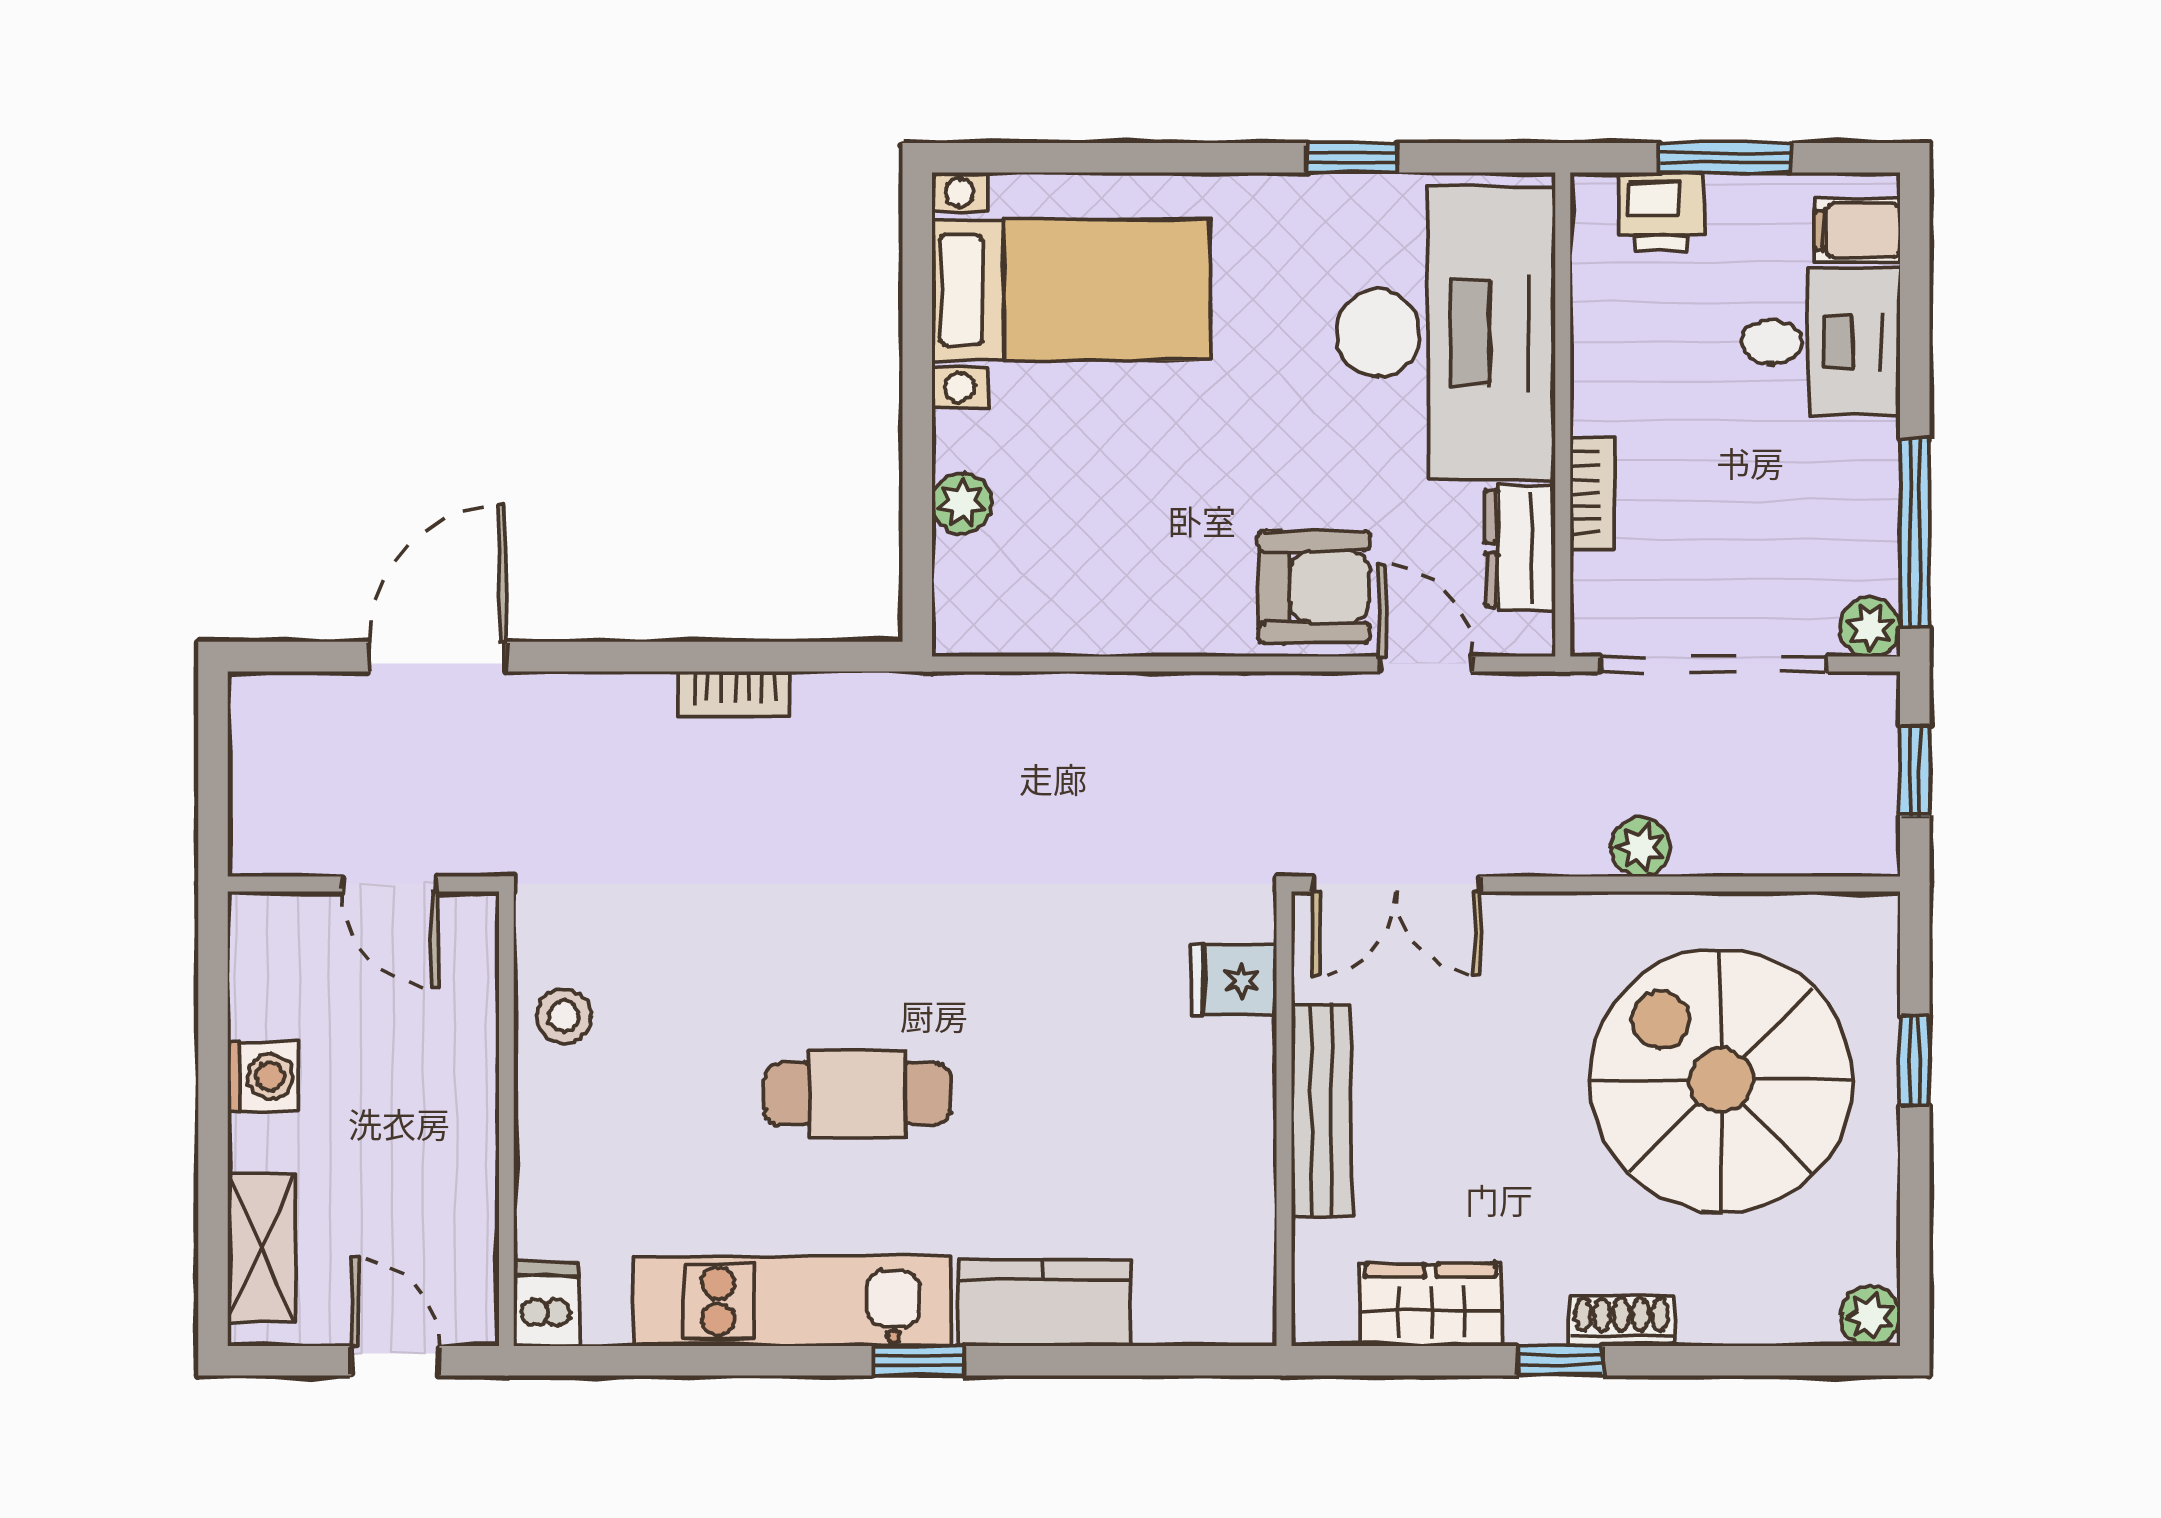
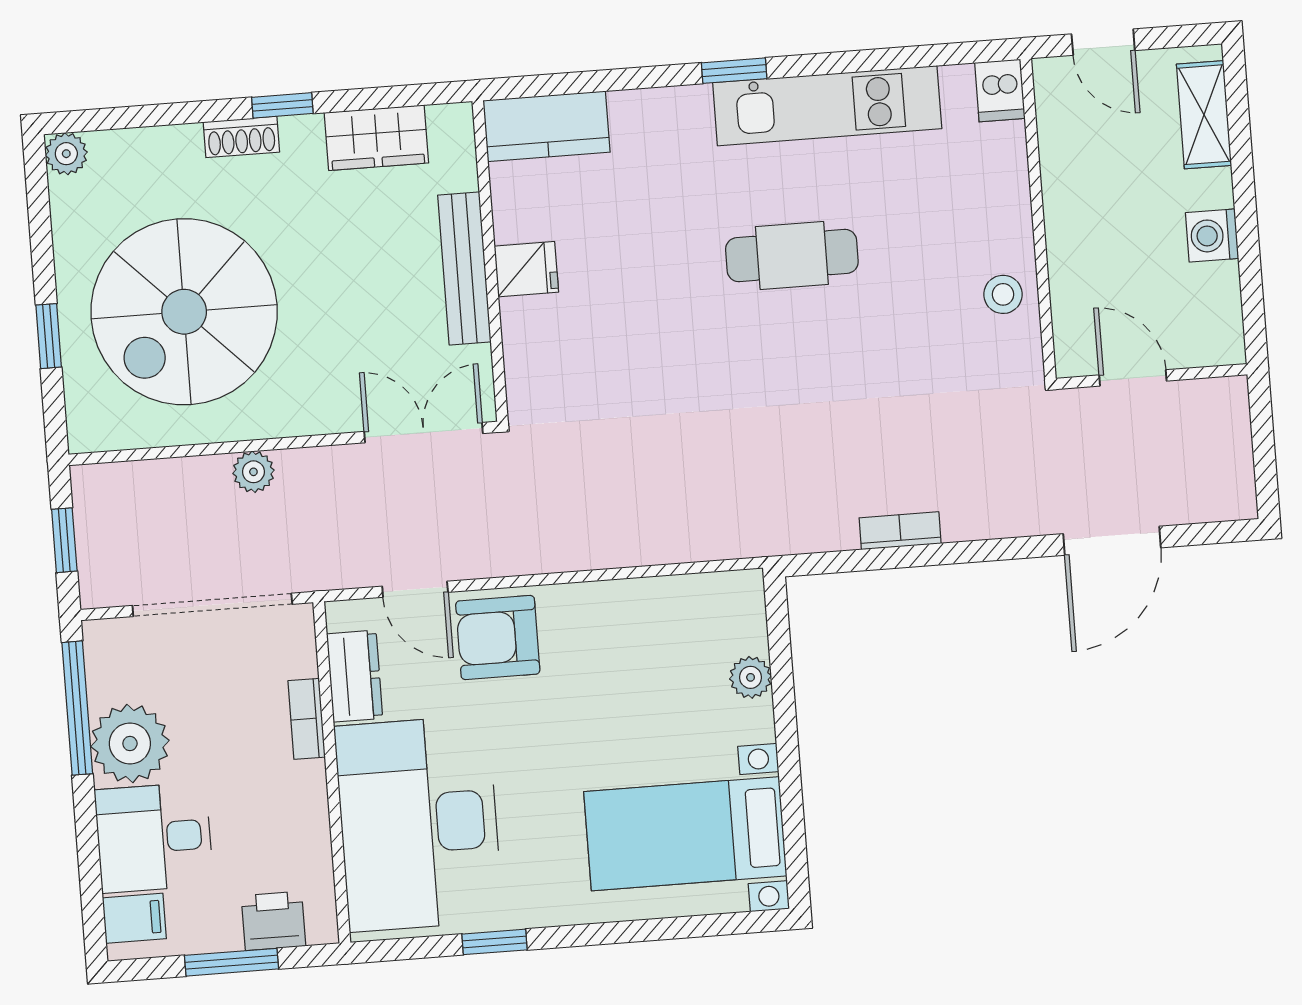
plant: (1870, 627) -> (130, 743), moved, width x1.88, depth x1.88
fridge: (1234, 980) -> (526, 269), moved
spiral stairs: (1721, 1080) -> (184, 312), turned 90
kitchen counter: (1044, 1303) -> (547, 126), moved

